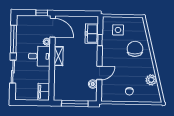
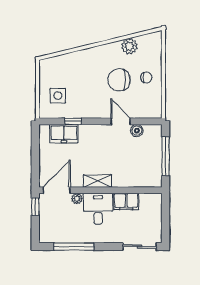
chair: (135, 49) -> (119, 80), moved
sliding door: (13, 72) -> (140, 247), moved
filing cabinet: (44, 92) -> (126, 201), moved

